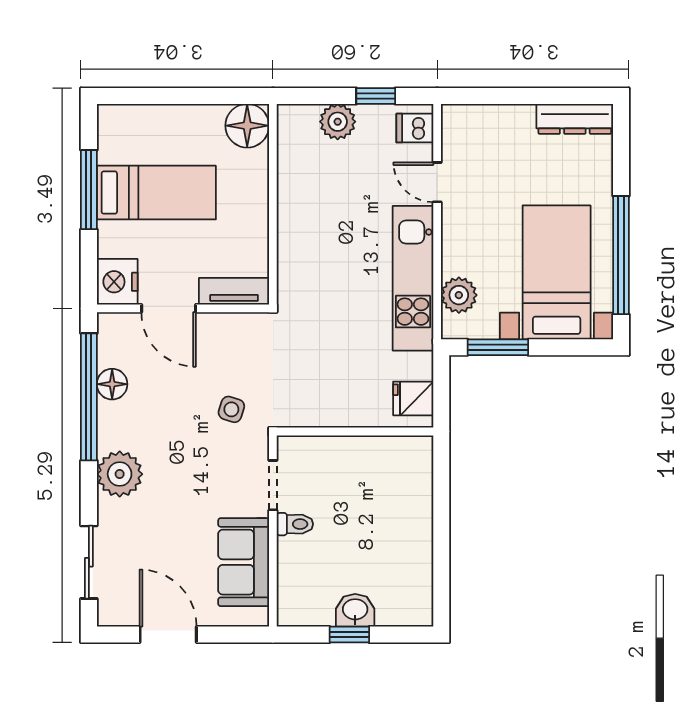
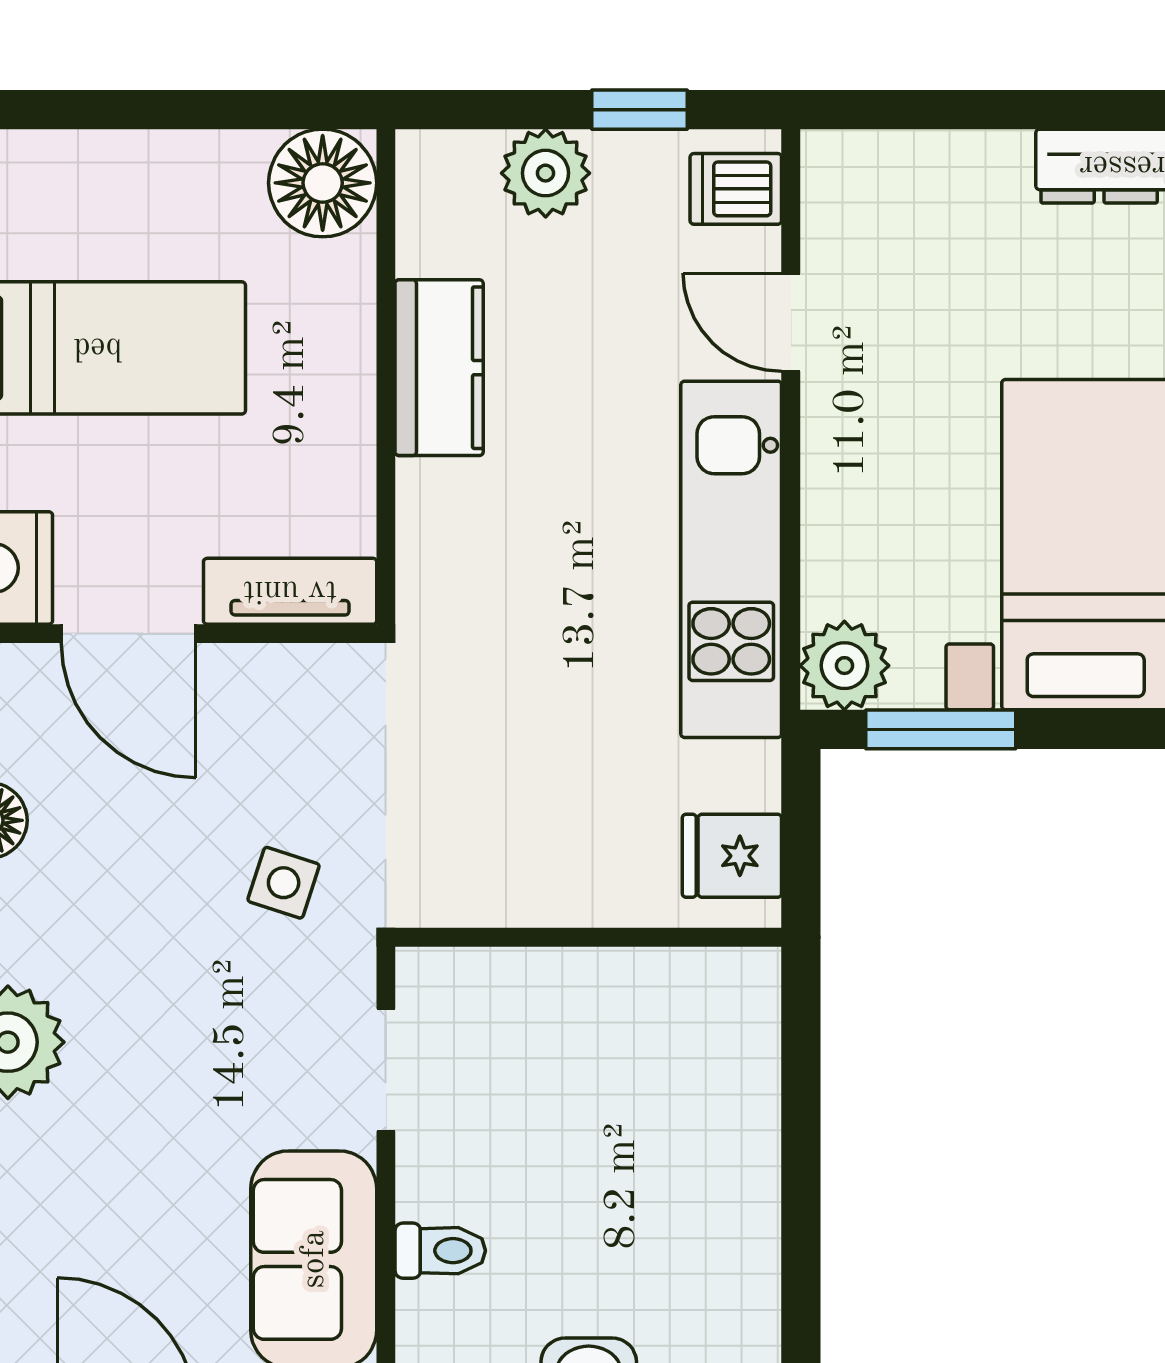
kitchen counter: (295, 201) -> (439, 368), added
plant: (459, 295) -> (844, 666), moved
toilet: (295, 524) -> (440, 1251), moved

